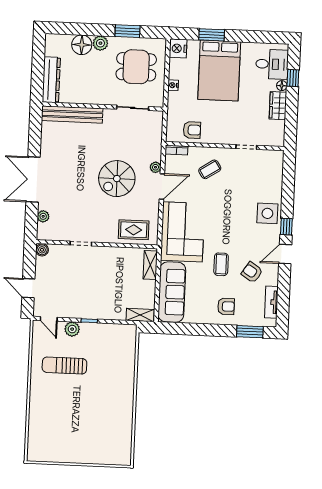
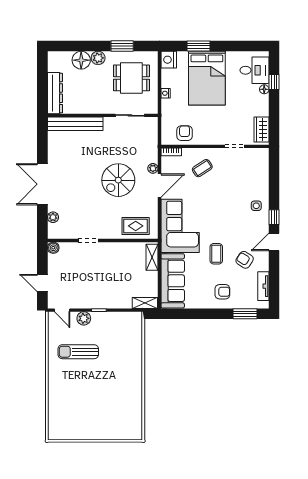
wardrobe: (278, 106) -> (262, 130), moved
armchair: (192, 130) -> (185, 133), turned -90
side table: (267, 213) -> (256, 206), width x0.54, depth x0.54

